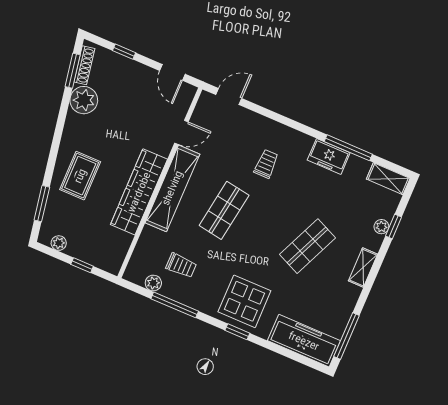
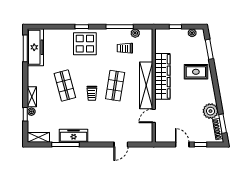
door: (172, 72) -> (182, 145), moved
door: (229, 97) -> (121, 145), moved
freezer: (329, 156) -> (74, 136), width x1.40
trolley: (266, 164) -> (92, 93), moved
rug: (80, 176) -> (196, 72), turned 90
shop shelf: (307, 246) -> (65, 86), turned -39
shelving: (363, 268) -> (32, 97), moved
freezer: (304, 341) -> (35, 47), moved, turned -90

